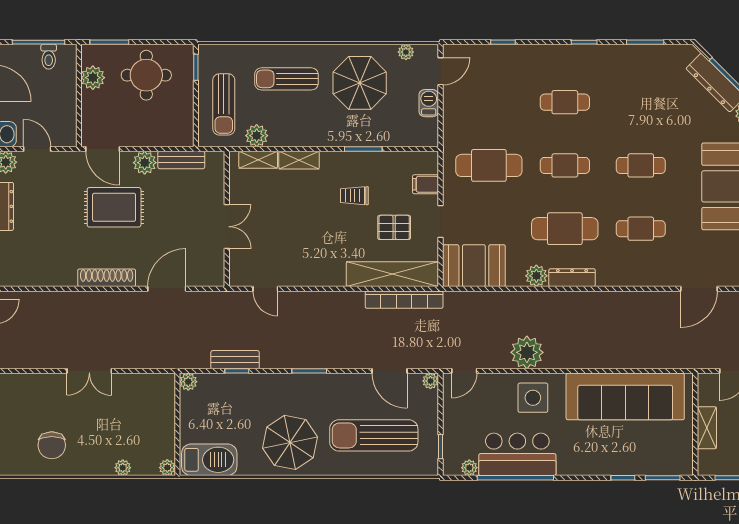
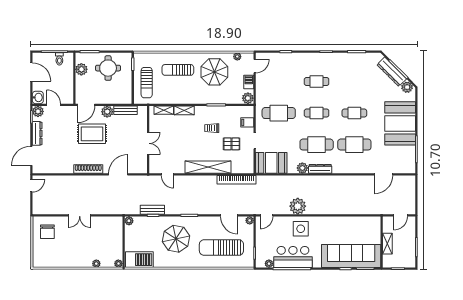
plant: (257, 136) -> (248, 98), moved
door: (103, 149) -> (86, 105), hinge flipped
cafe table: (641, 229) -> (354, 145), width x1.37, depth x1.35
shelving: (392, 274) -> (208, 167), moved
sofa: (625, 396) -> (351, 256), moved, turned 180
parasol: (290, 442) -> (176, 239), moved
chair: (52, 445) -> (47, 232), moved

